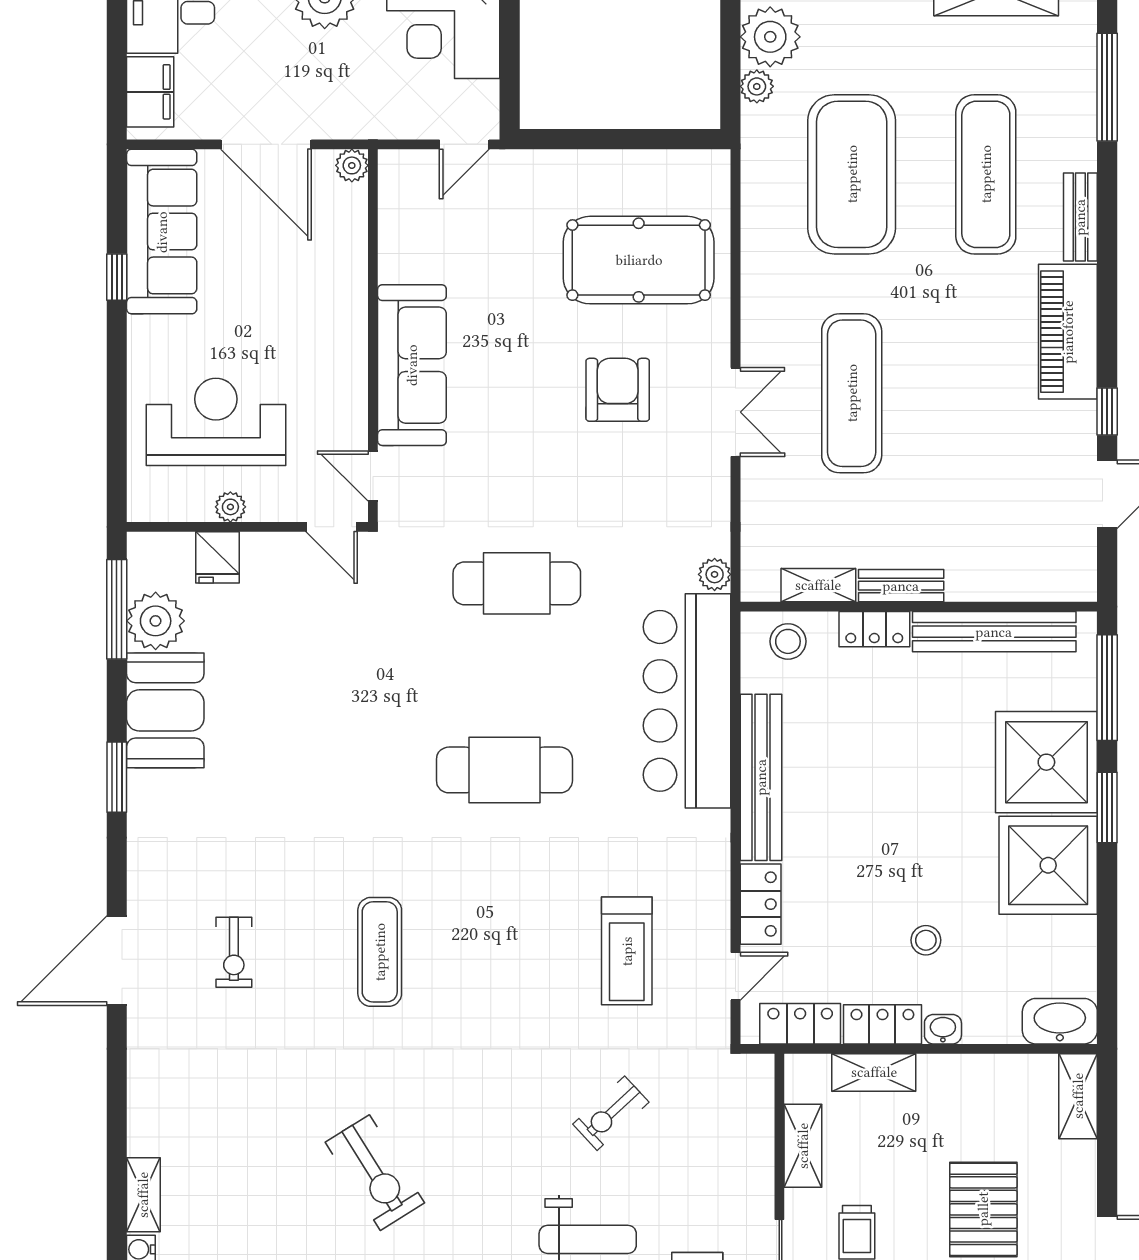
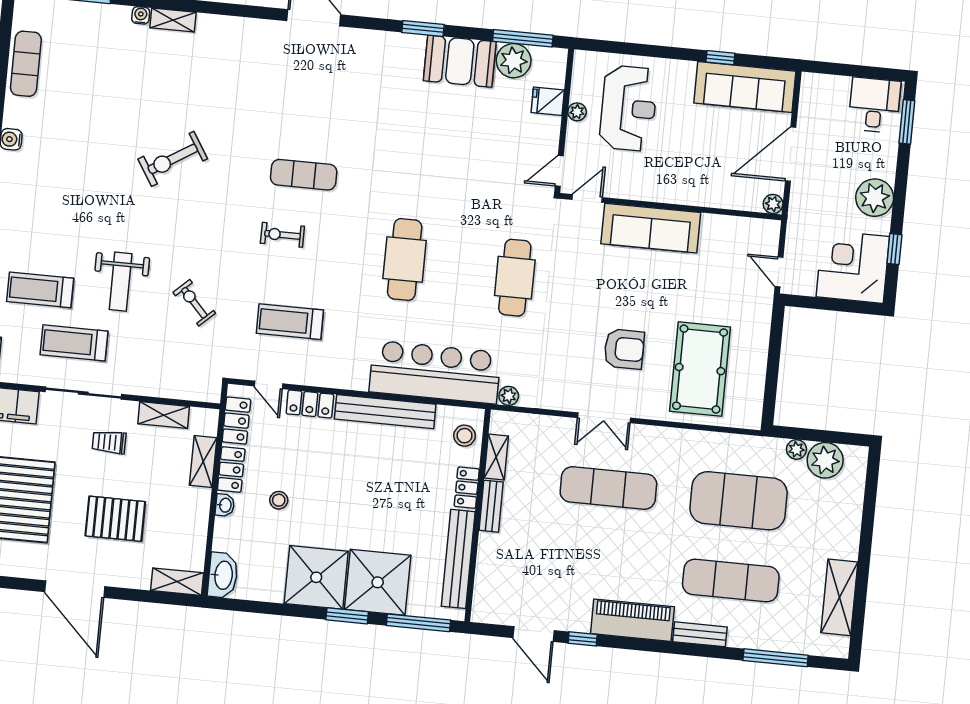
filing cabinet: (150, 92) -> (829, 88), removed
exercise bike: (234, 952) -> (282, 235), moved

